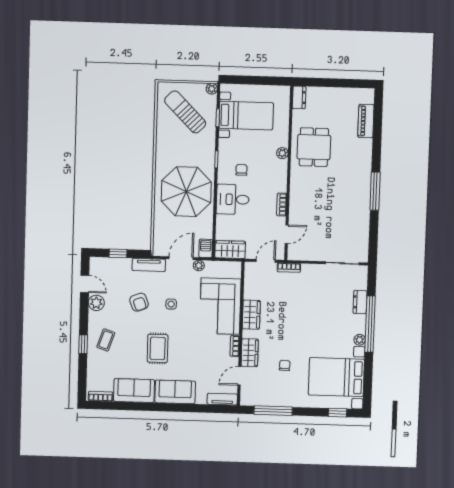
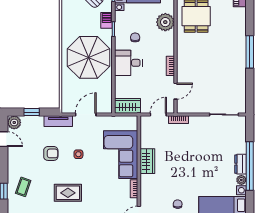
plant: (282, 153) -> (165, 22), width x1.88, depth x1.88
barbecue: (206, 248) -> (107, 20), moved
plant: (199, 266) -> (101, 120), removed
armchair: (139, 302) -> (51, 153), turned -69
dresser: (360, 302) -> (240, 164), moved
plant: (96, 303) -> (14, 122), moved
rug: (158, 348) -> (68, 193), turned 90
wardrobe: (250, 353) -> (147, 194), removed

